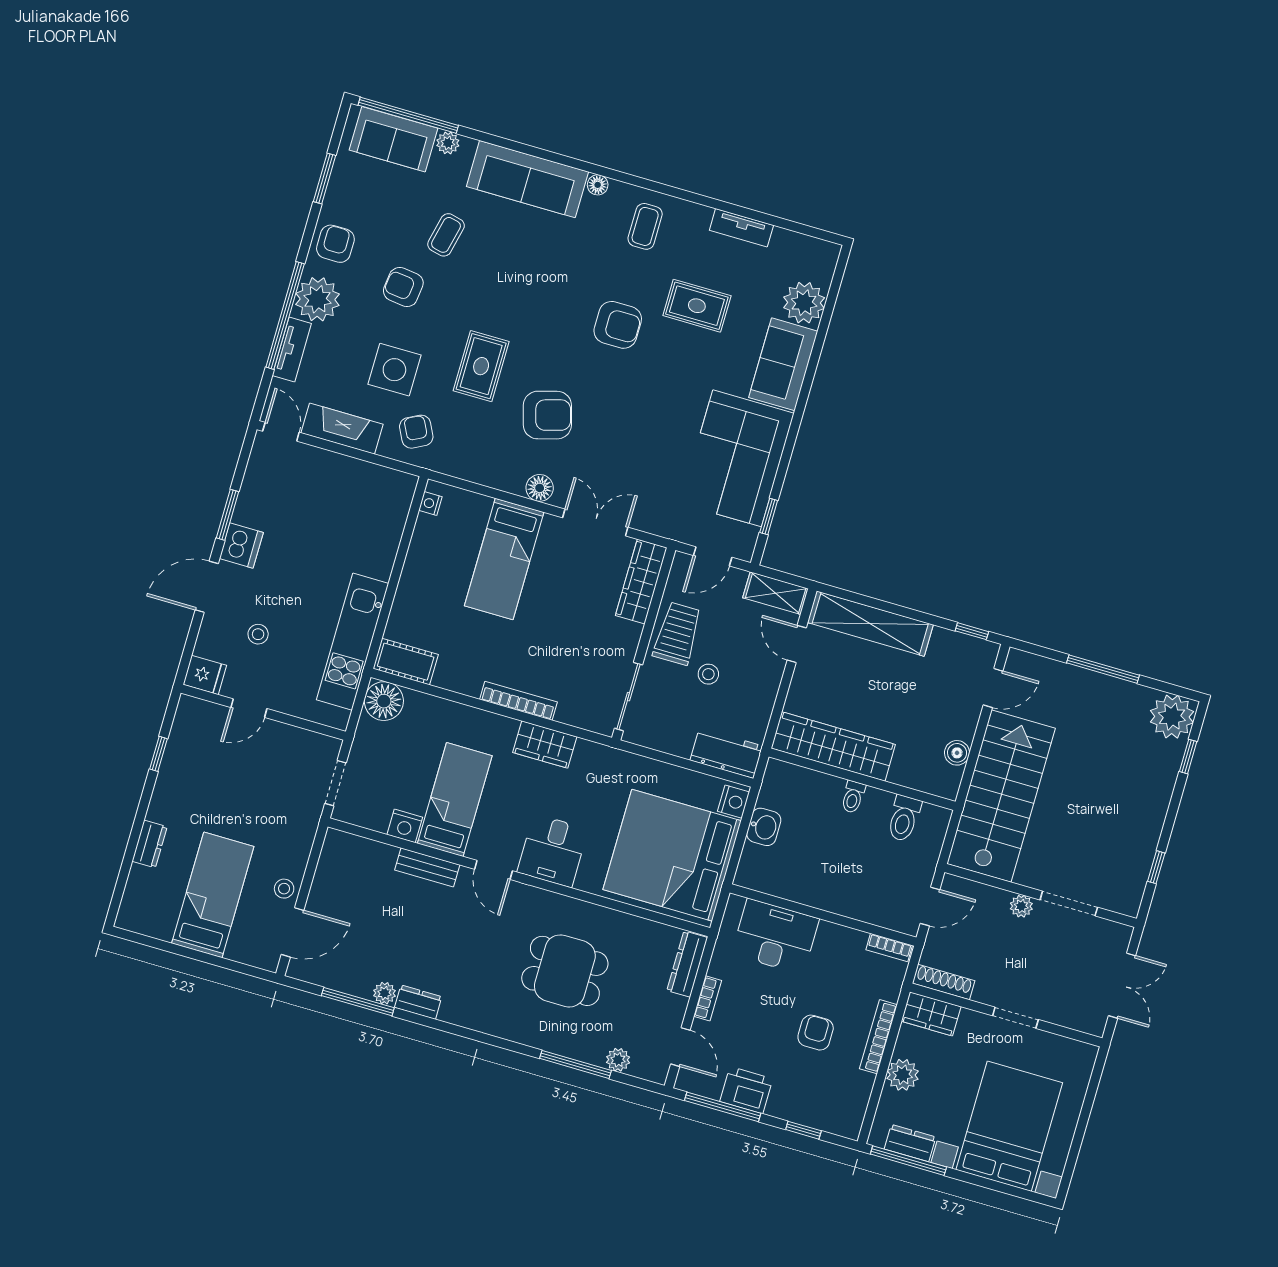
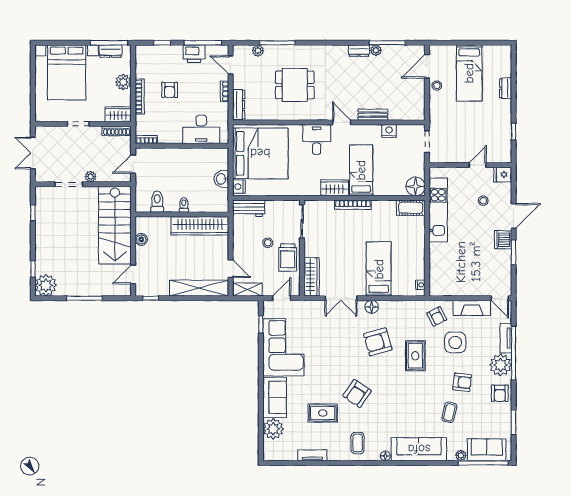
armchair: (618, 325) -> (357, 393), turned -56
bed: (455, 800) -> (361, 170), moved, turned 180

